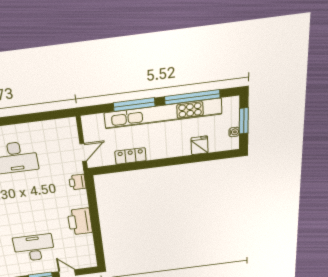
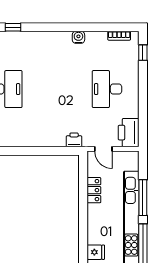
printer: (80, 221) -> (129, 133), moved, turned -90

